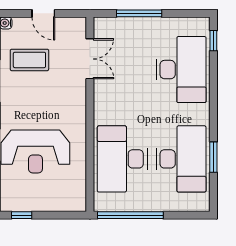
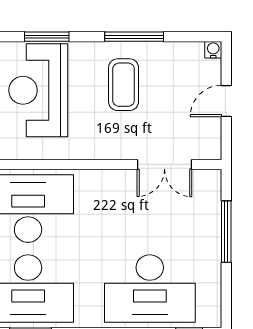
coffee table: (29, 60) -> (124, 85), moved

